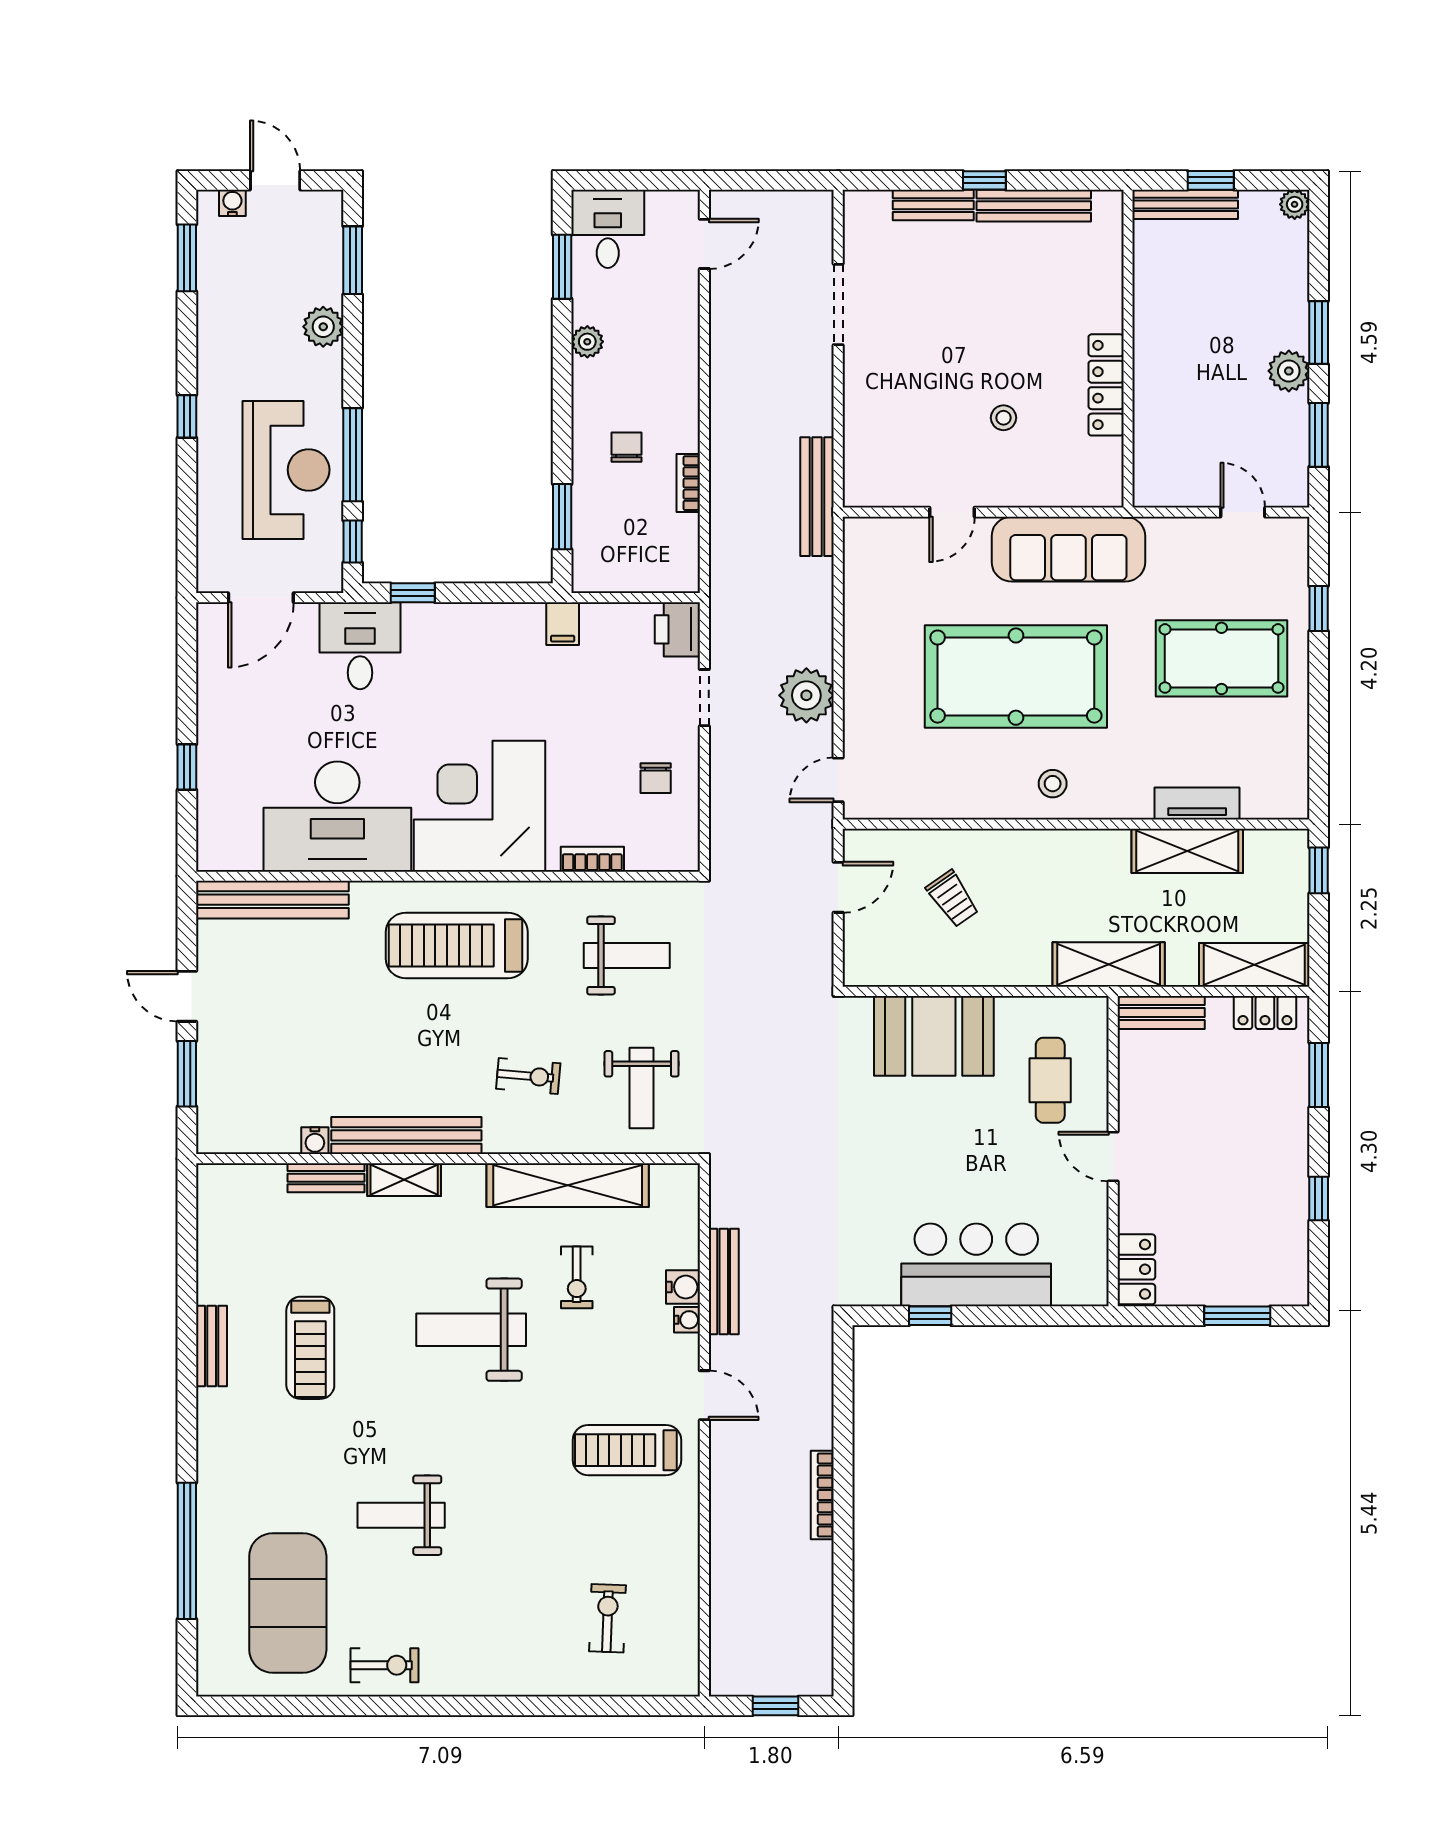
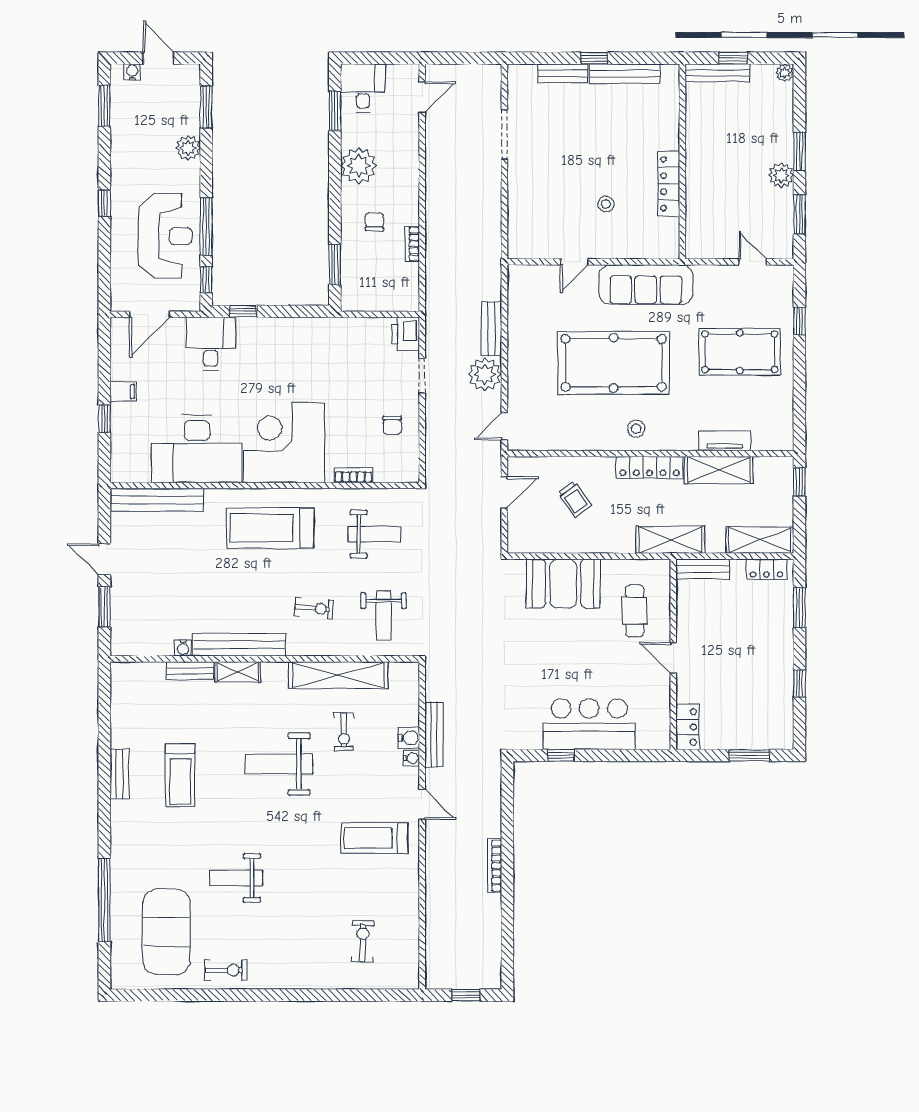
plant: (587, 342) -> (359, 166), width x1.88, depth x1.88
bench: (817, 497) -> (491, 329), moved, width x0.73
filing cabinet: (563, 624) -> (123, 391), moved, turned -90
locker: (1074, 847) -> (650, 467), added

